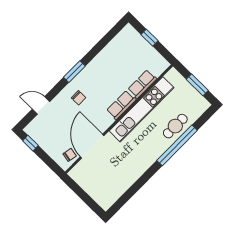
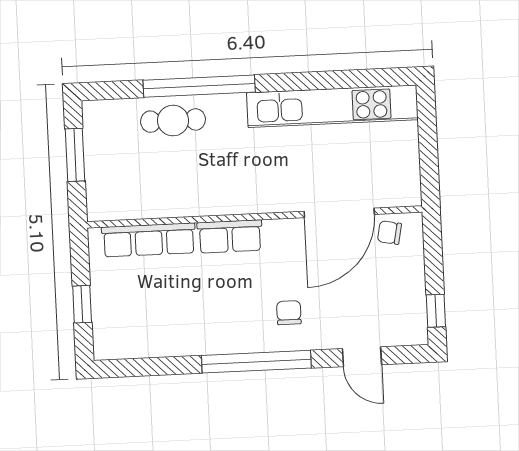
window: (74, 72) -> (256, 362), width x2.11
row of seats: (142, 84) -> (149, 240), width x1.48
kitchen unit: (142, 109) -> (332, 106), moved, turned 180

